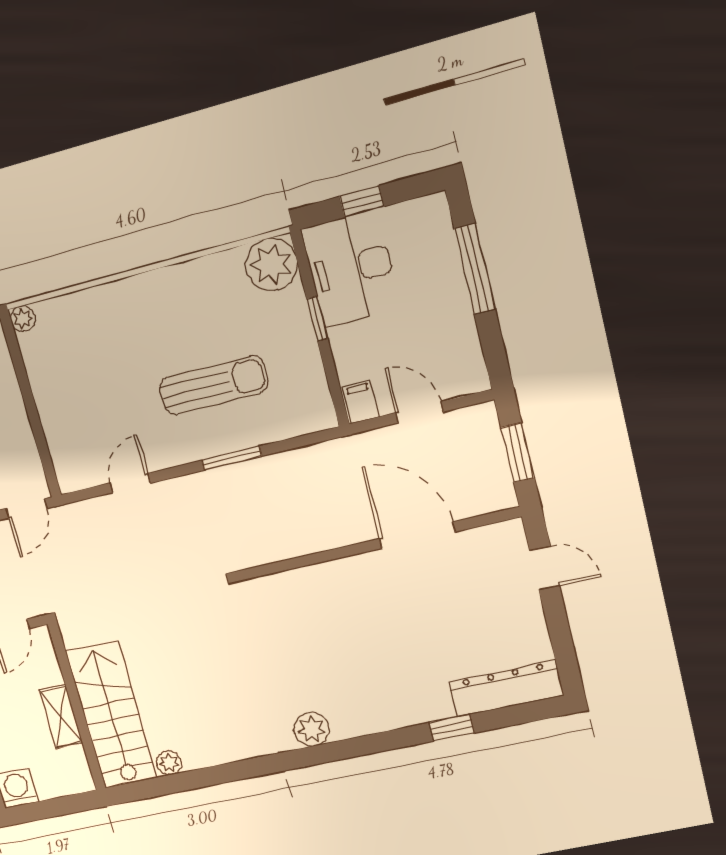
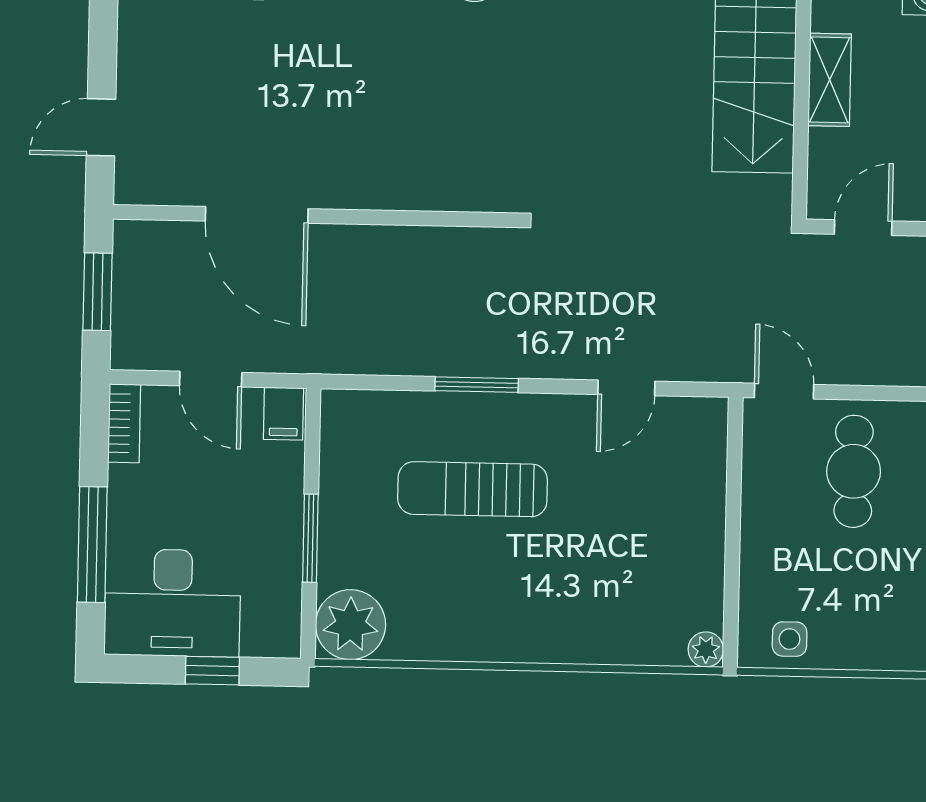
desk: (351, 269) -> (172, 603), moved, turned 90
window: (317, 319) -> (310, 538), width x1.50
bookcase: (474, 364) -> (124, 423), added
door: (26, 508) -> (784, 391), hinge flipped
door: (545, 568) -> (101, 127), hinge flipped

